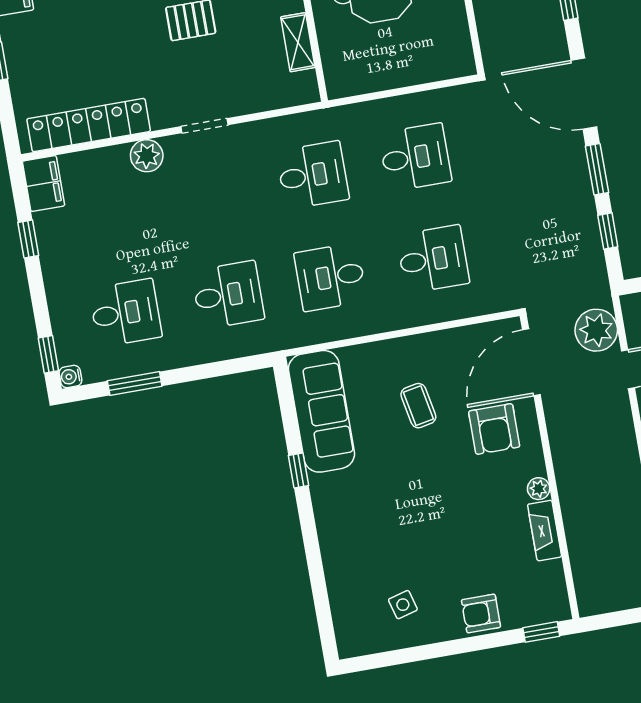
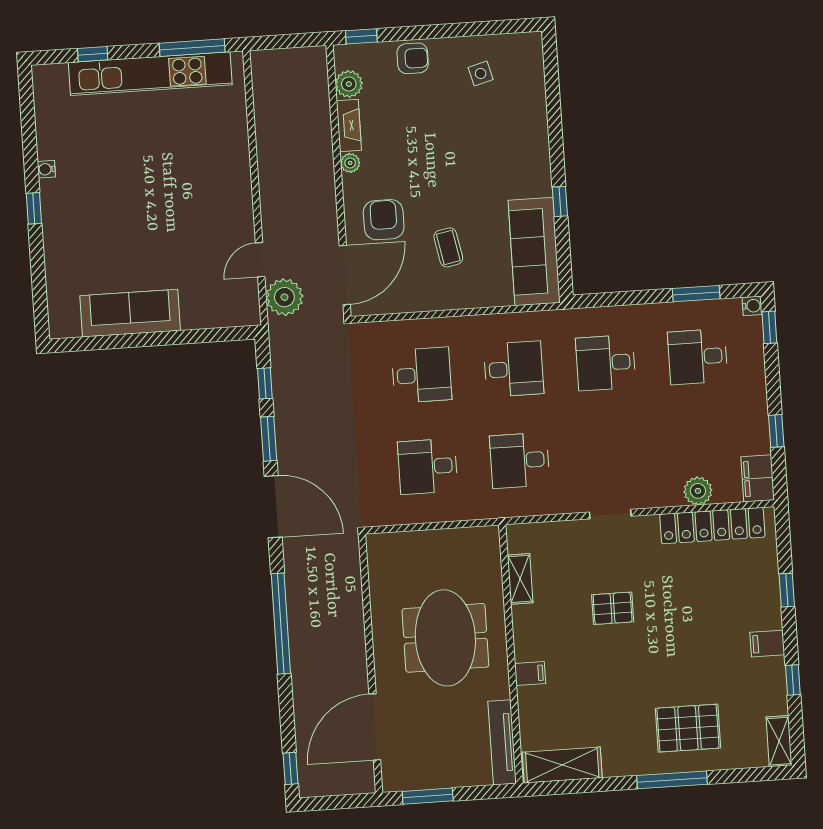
plant: (147, 156) -> (698, 491), moved
desk: (433, 259) -> (422, 375), turned 180
plant: (550, 577) -> (349, 84), added

